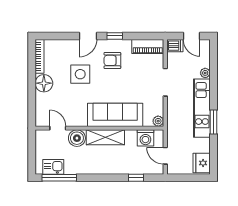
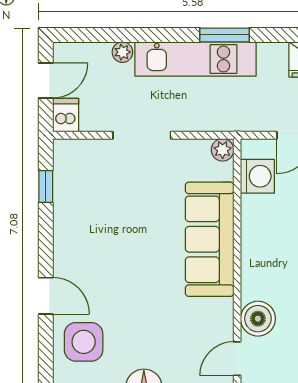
window: (115, 36) -> (46, 187), moved
piano: (148, 46) -> (67, 172), removed
armchair: (112, 60) -> (97, 245), removed
side table: (80, 74) -> (84, 342), moved
shelving: (105, 137) -> (256, 259), removed

